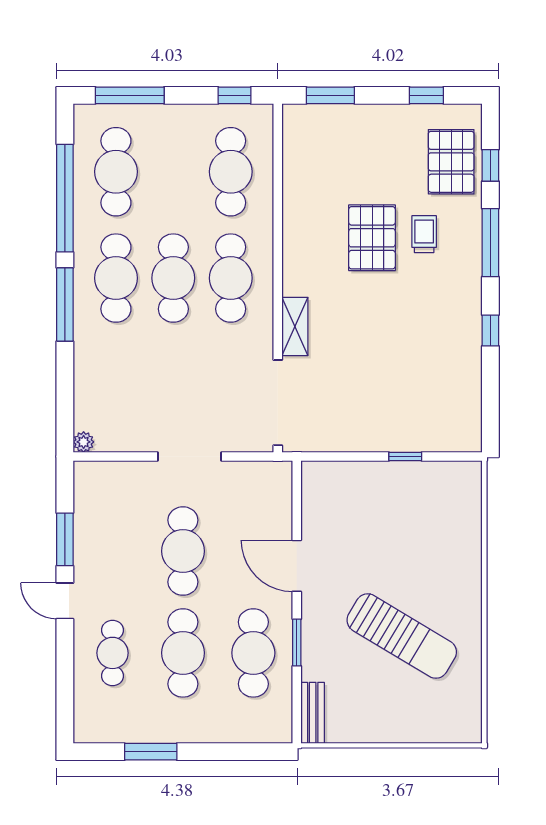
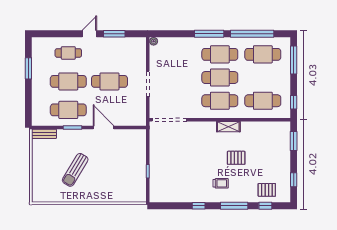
pallet: (451, 162) -> (267, 190), width x0.67, depth x0.71
trolley: (424, 234) -> (221, 183), moved
pallet: (372, 238) -> (236, 158), width x0.67, depth x0.71
shelving: (295, 326) -> (228, 127), moved
door: (297, 566) -> (103, 127), hinge flipped
sun lounger: (402, 636) -> (75, 170), width x0.73, depth x0.75

